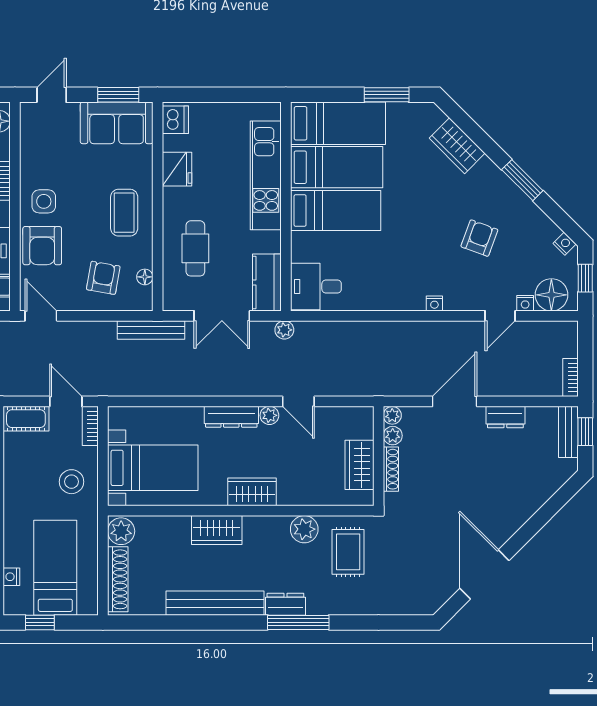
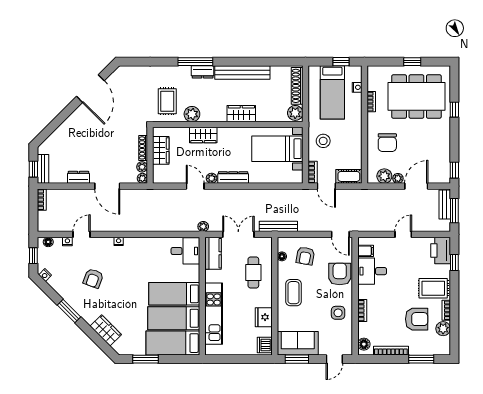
side table: (44, 201) -> (338, 313), moved
floor lamp: (551, 295) -> (48, 242), width x0.53, depth x0.53
door: (455, 401) -> (107, 186), hinge flipped
wardrobe: (252, 492) -> (203, 135), moved

